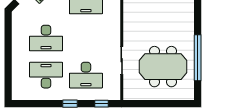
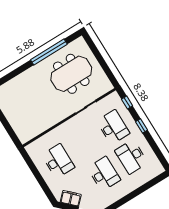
meeting table: (163, 67) -> (71, 74), turned 90

